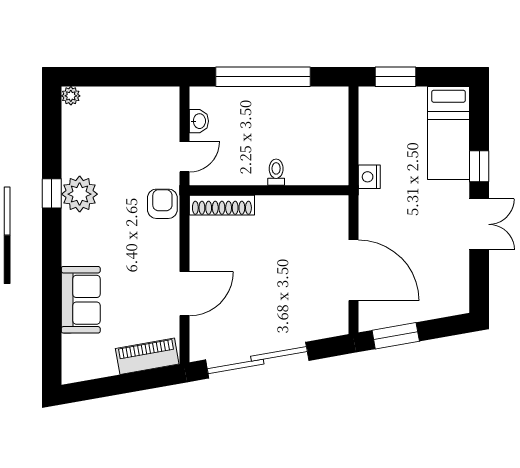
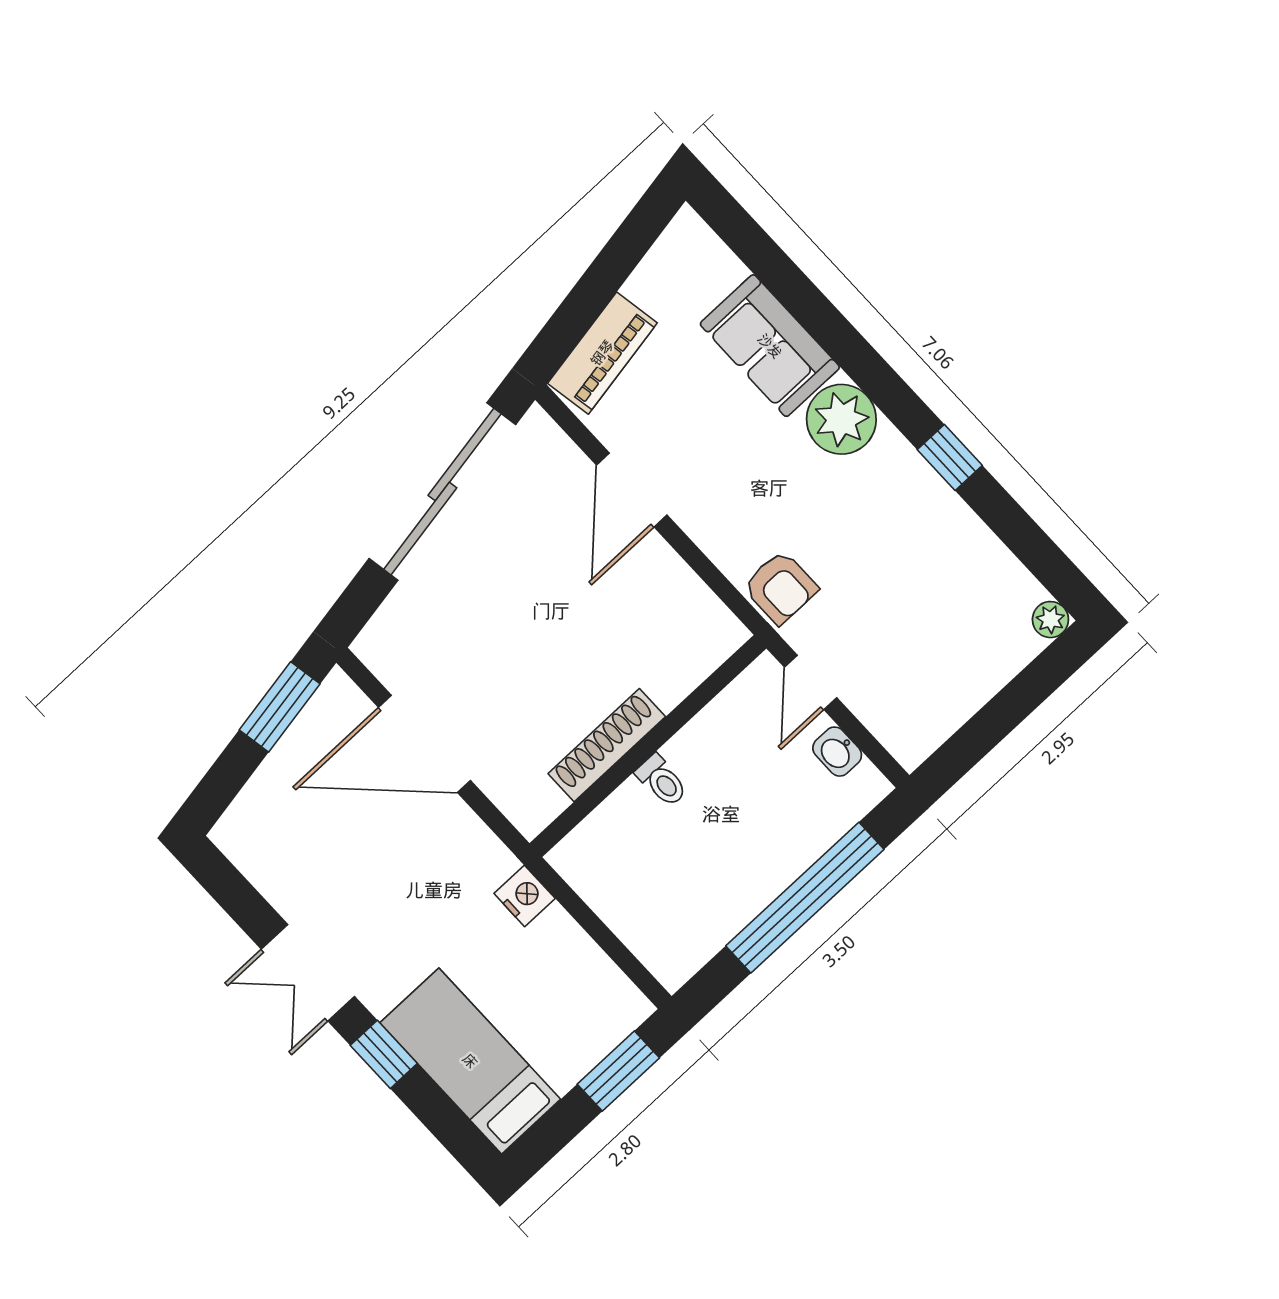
plant: (80, 194) -> (841, 419), moved
shoe rack: (222, 205) -> (607, 745), moved

